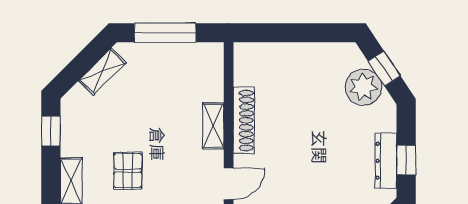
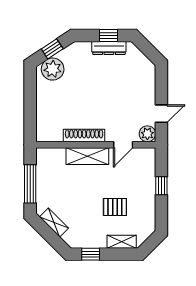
plant: (363, 87) -> (53, 69), moved
shelving: (213, 126) -> (87, 156), width x1.50, depth x1.33
door: (229, 184) -> (123, 145), swing flipped

